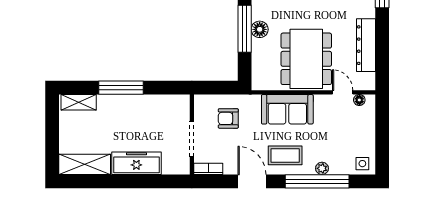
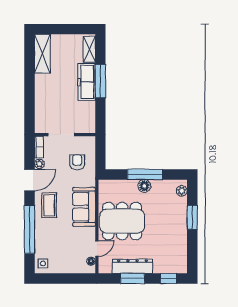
window: (382, 45) -> (133, 278), added
freezer: (136, 163) -> (87, 82), moved, turned 180
plant: (322, 168) -> (39, 164), moved

